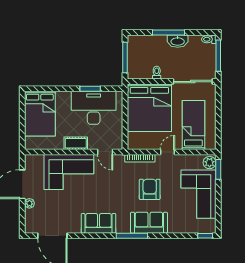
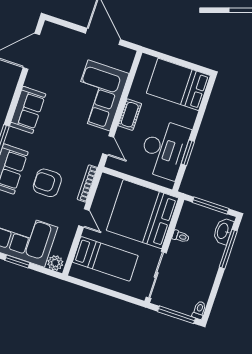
window: (169, 33) -> (228, 249), moved
washbasin: (178, 41) -> (223, 231), moved
door: (105, 152) -> (108, 145), swing flipped
window: (218, 169) -> (17, 262), moved
armchair: (150, 189) -> (47, 183), turned 180
plant: (29, 203) -> (78, 37), removed

